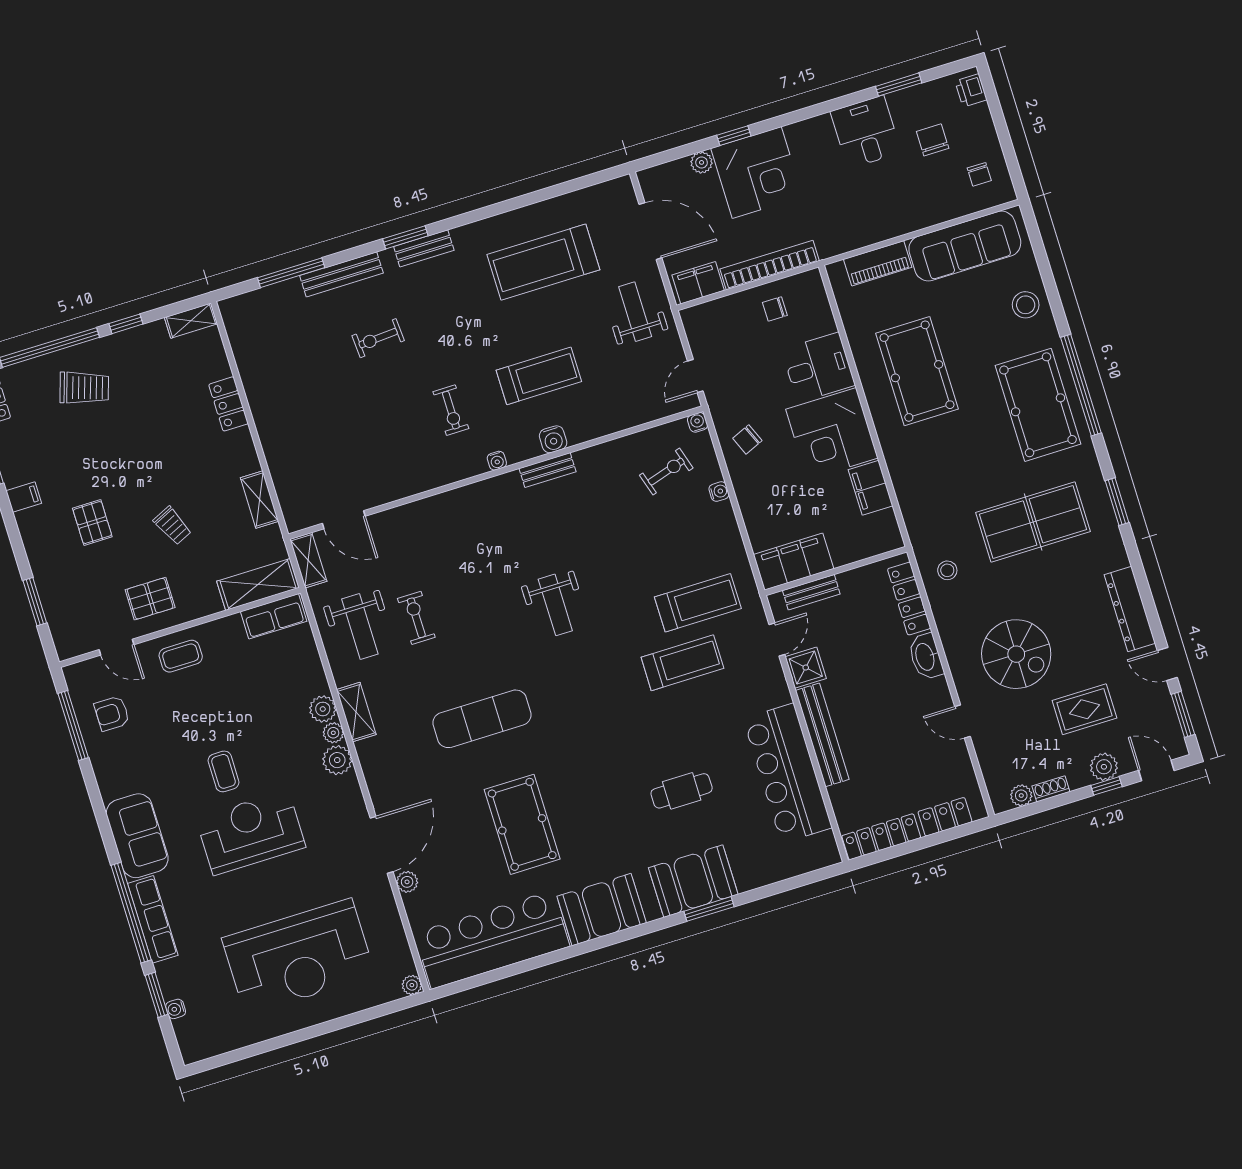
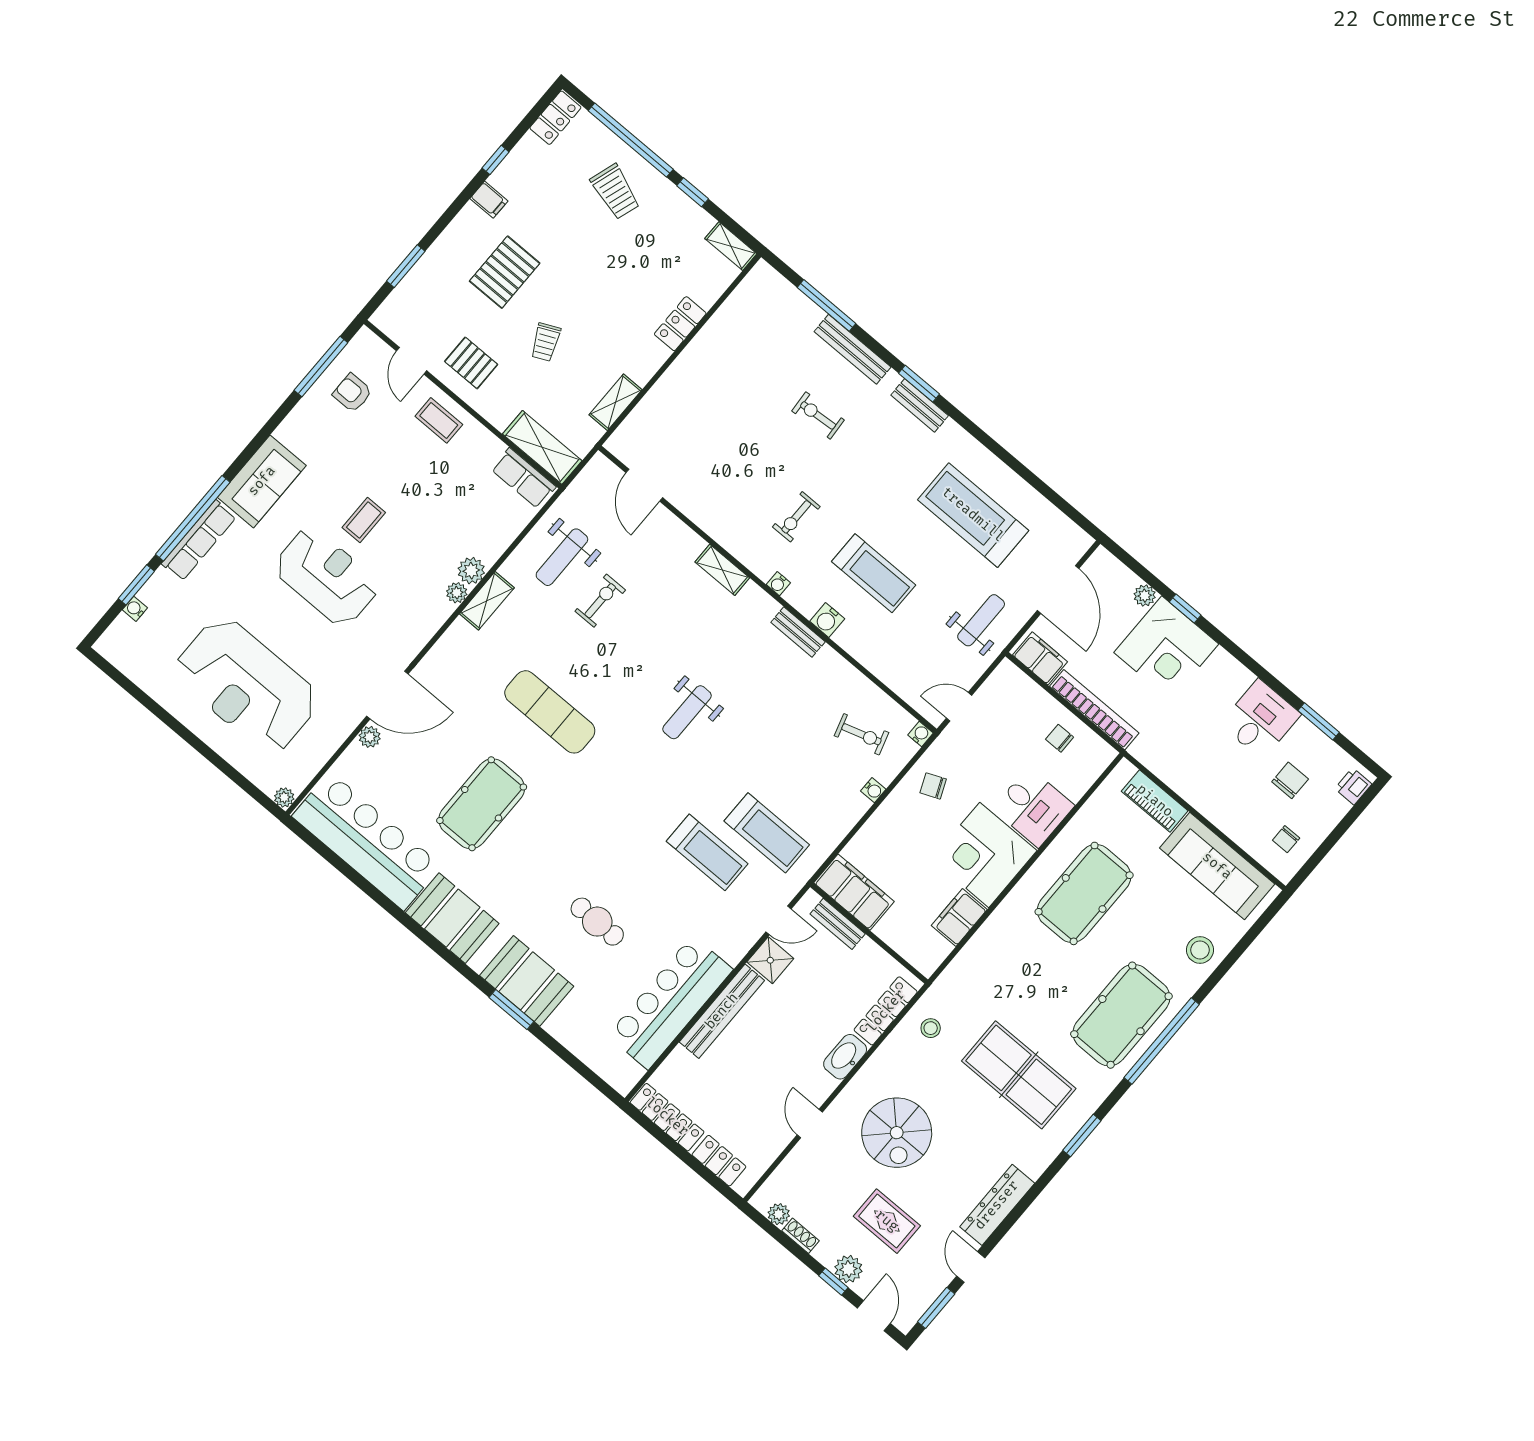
pallet: (92, 523) -> (505, 272), width x1.50, depth x1.42
shelving: (308, 560) -> (722, 570), moved, turned 90
plant: (337, 760) -> (436, 611), removed

